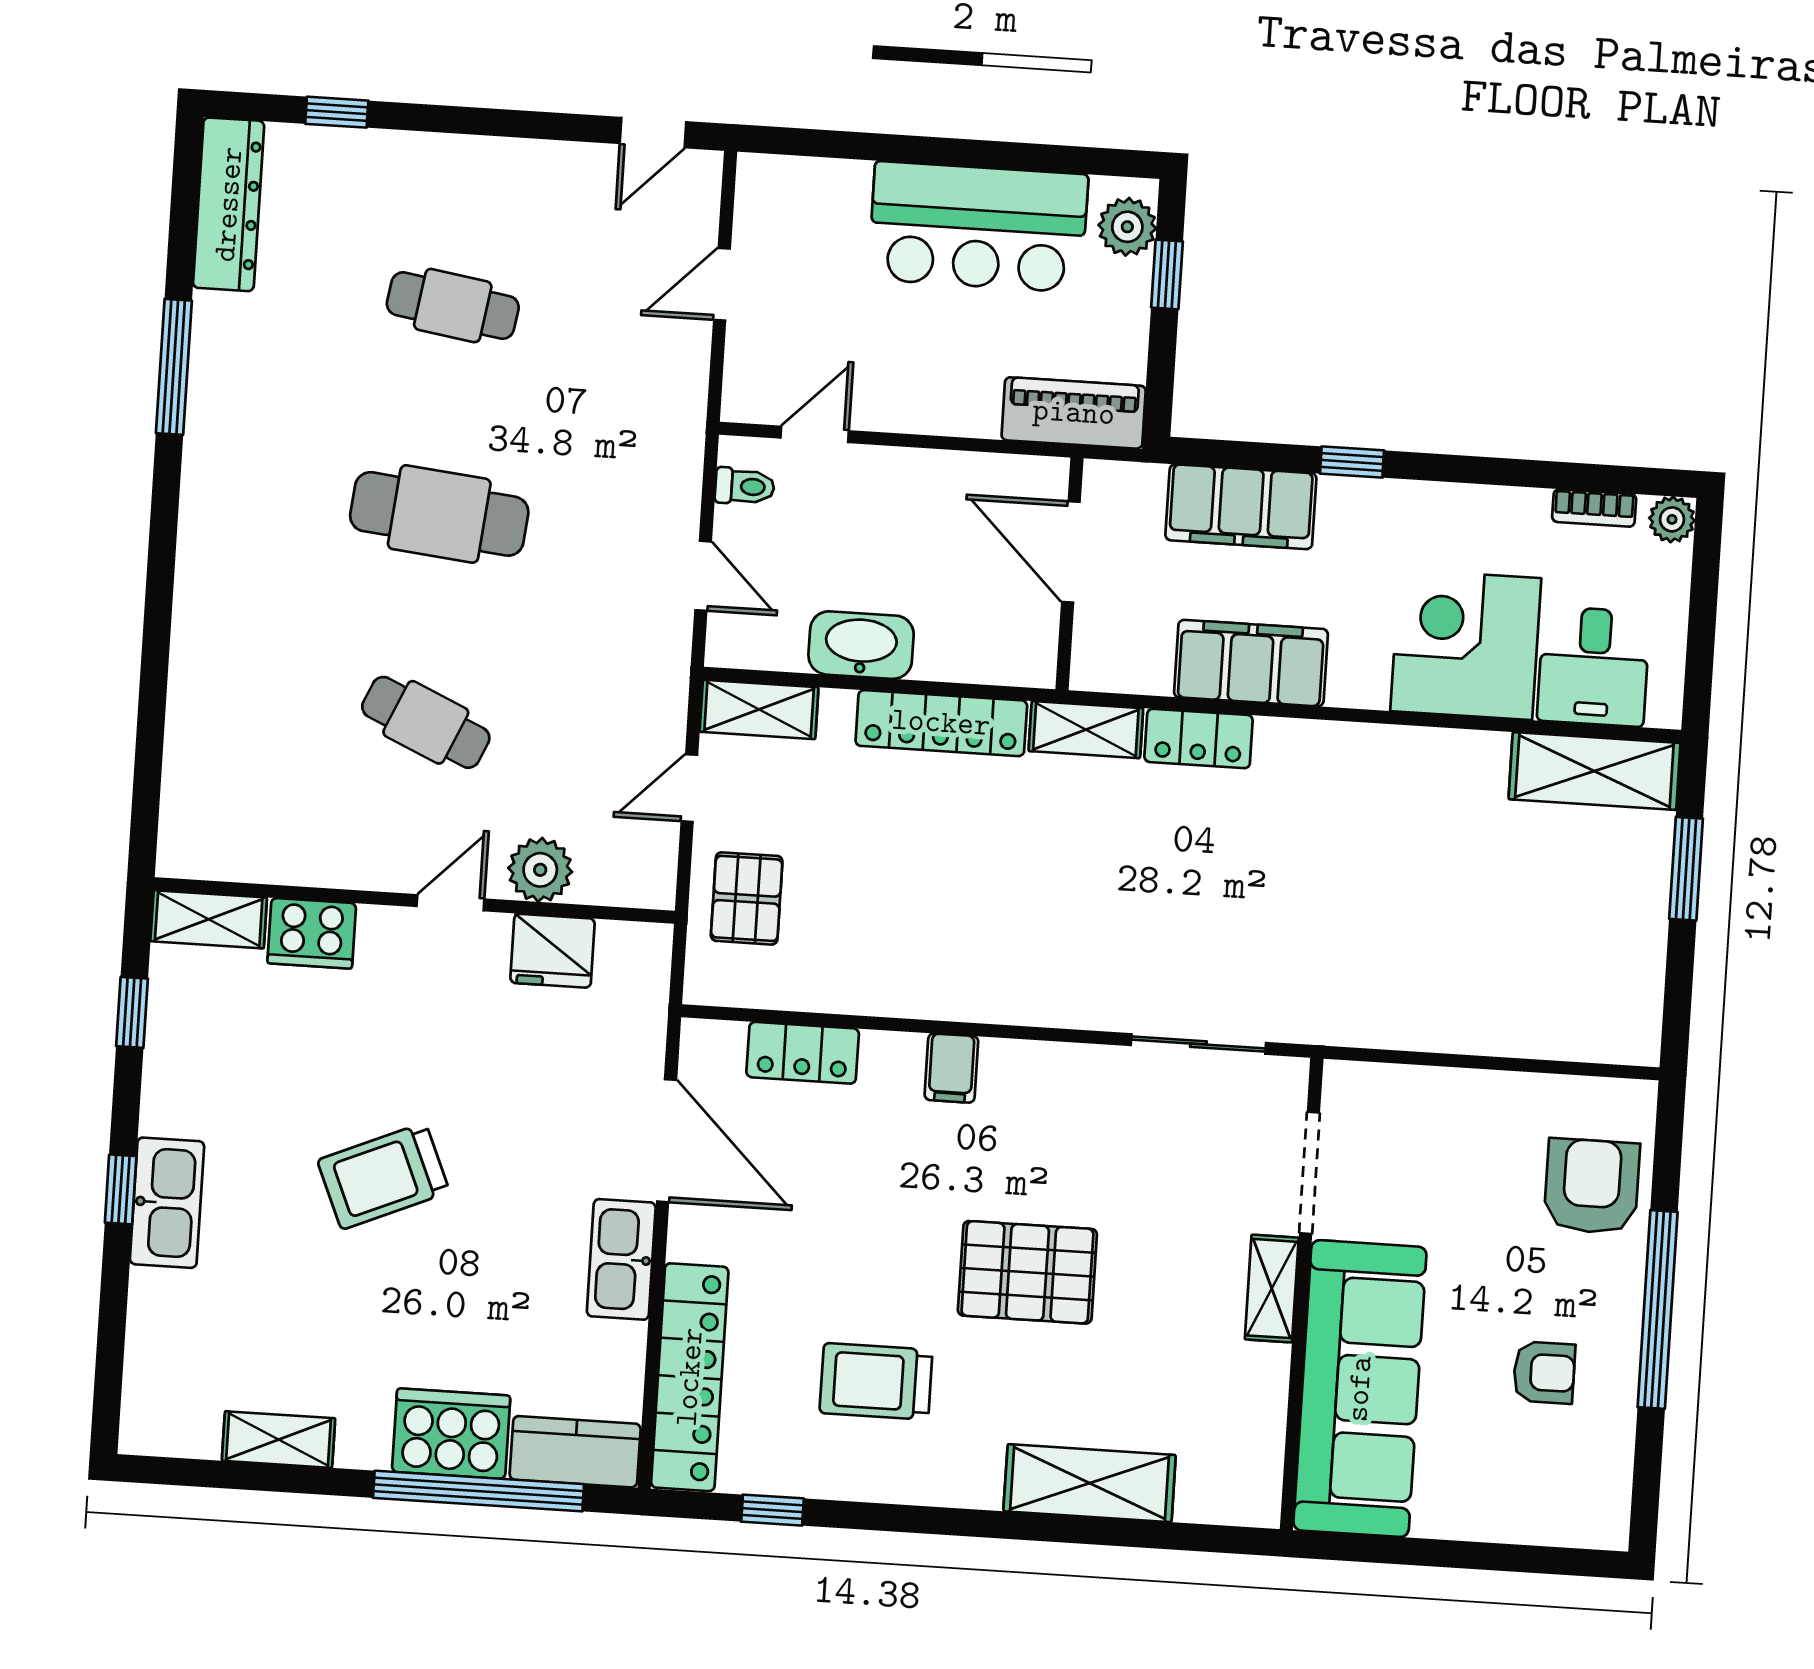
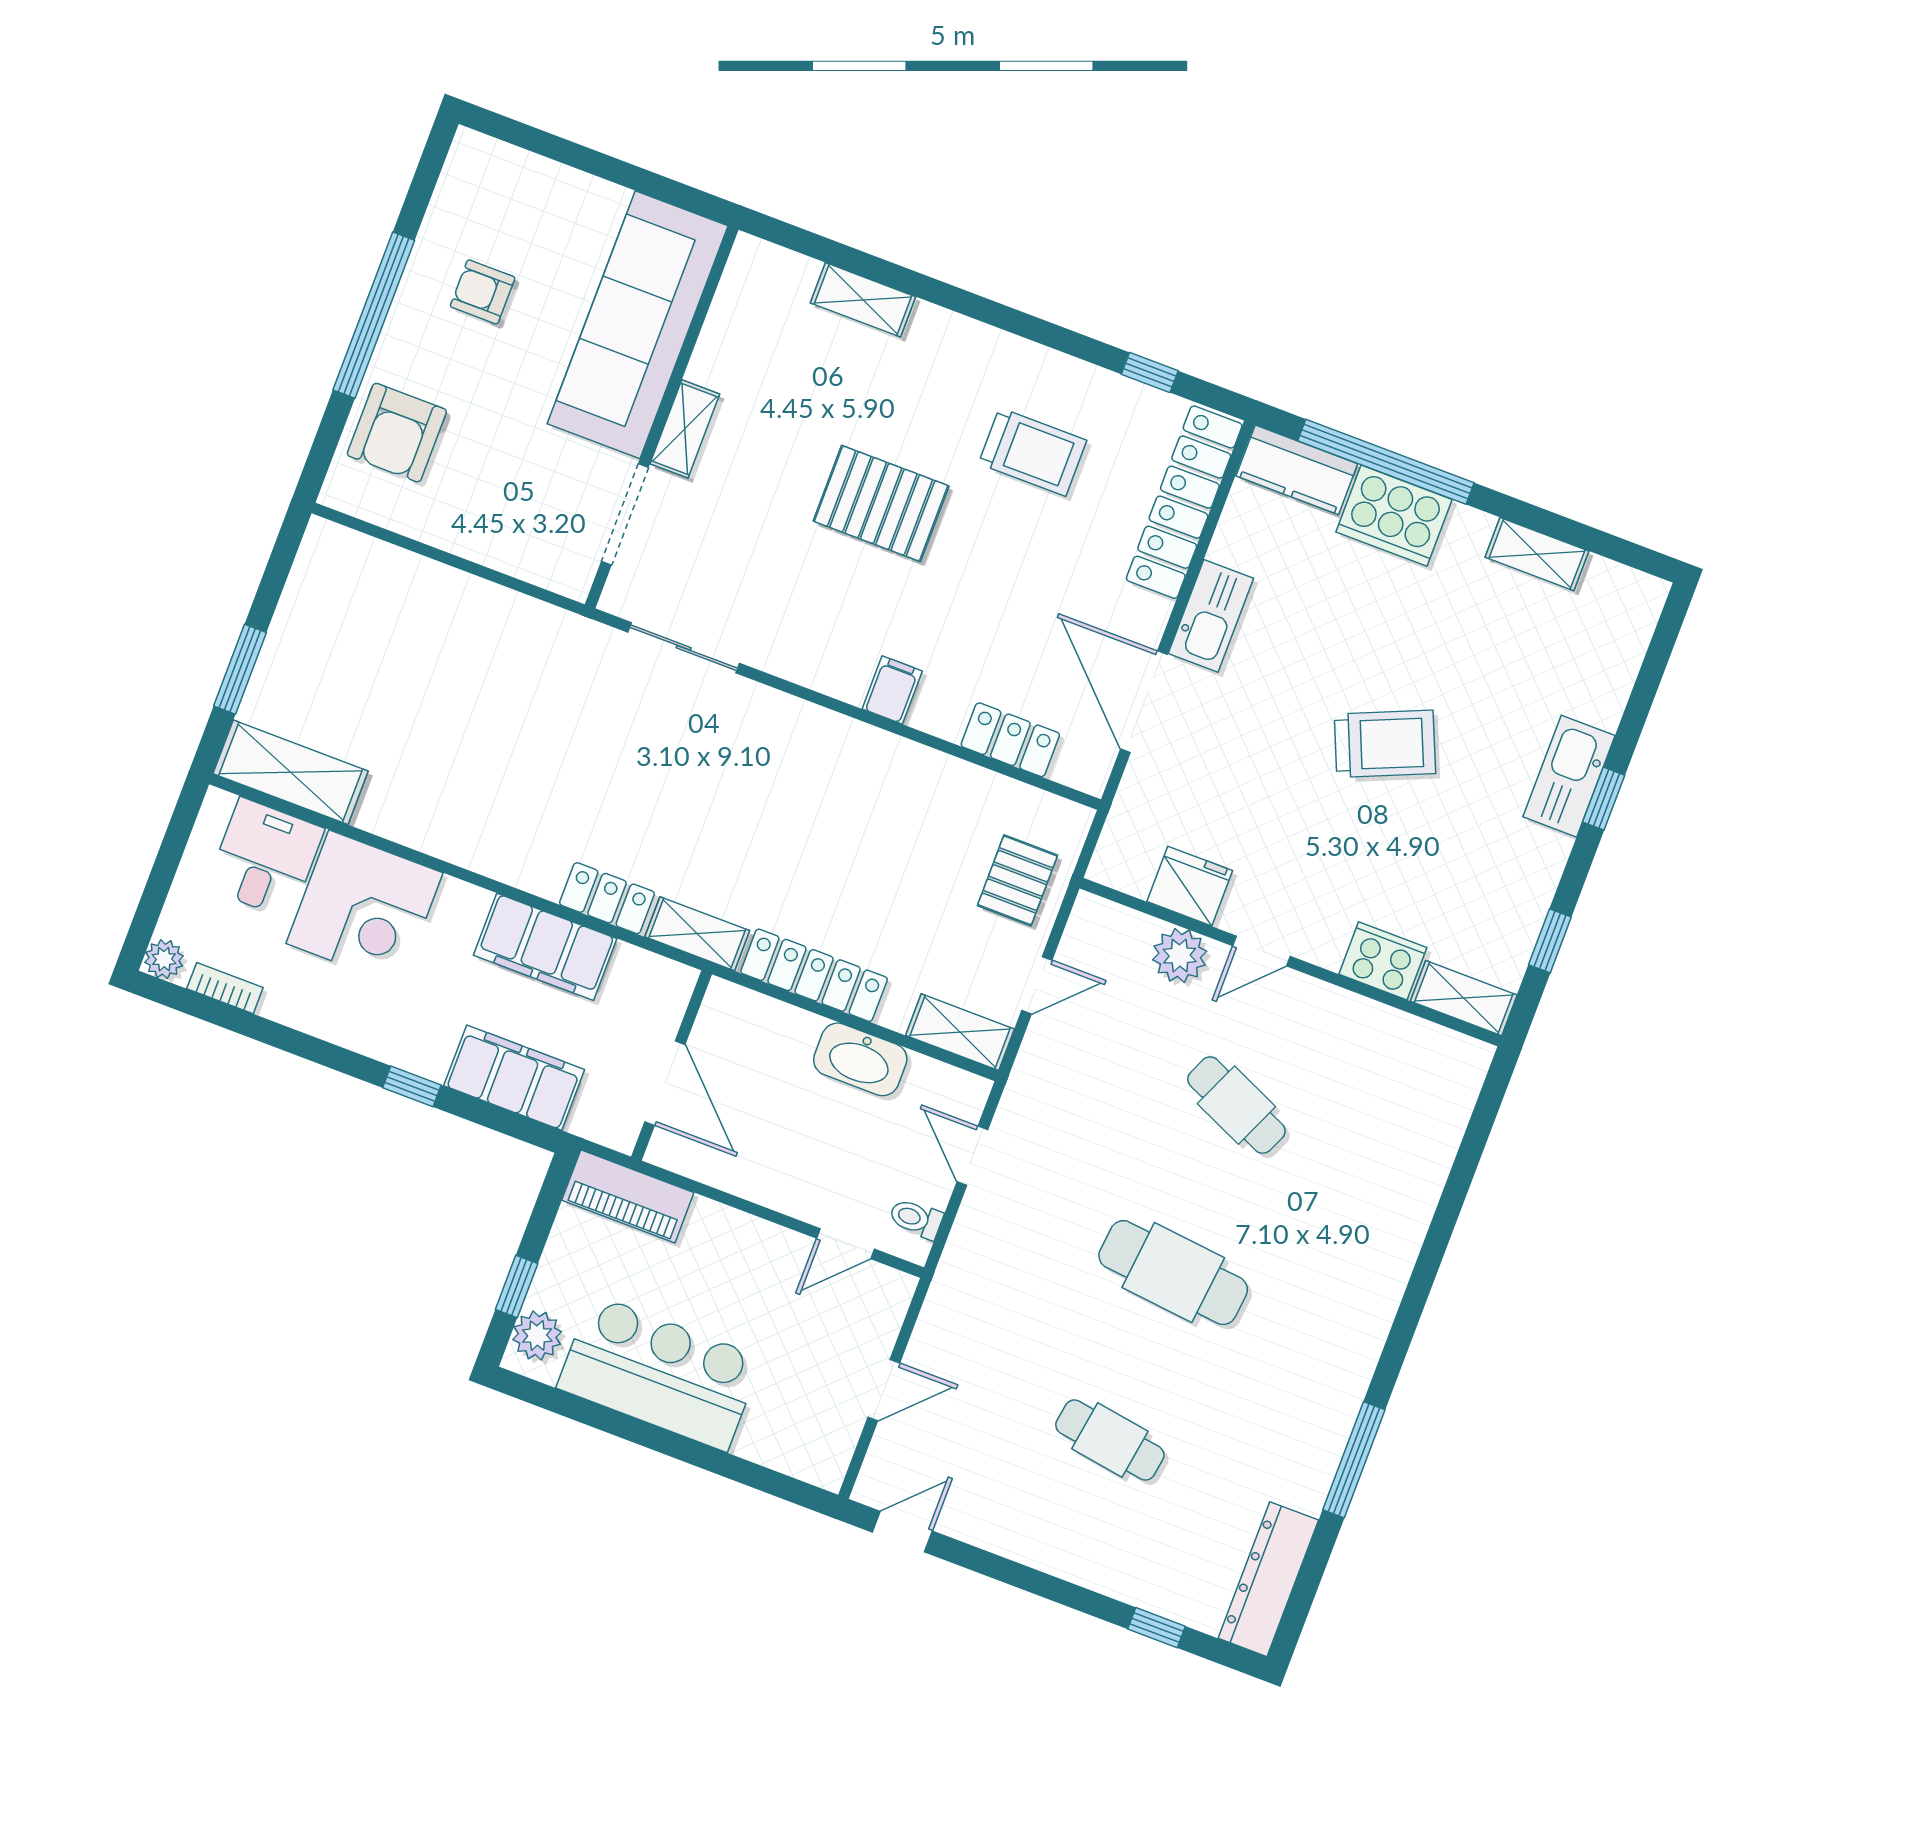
shelving: (1090, 1483) -> (863, 300), width x0.67, depth x0.75

